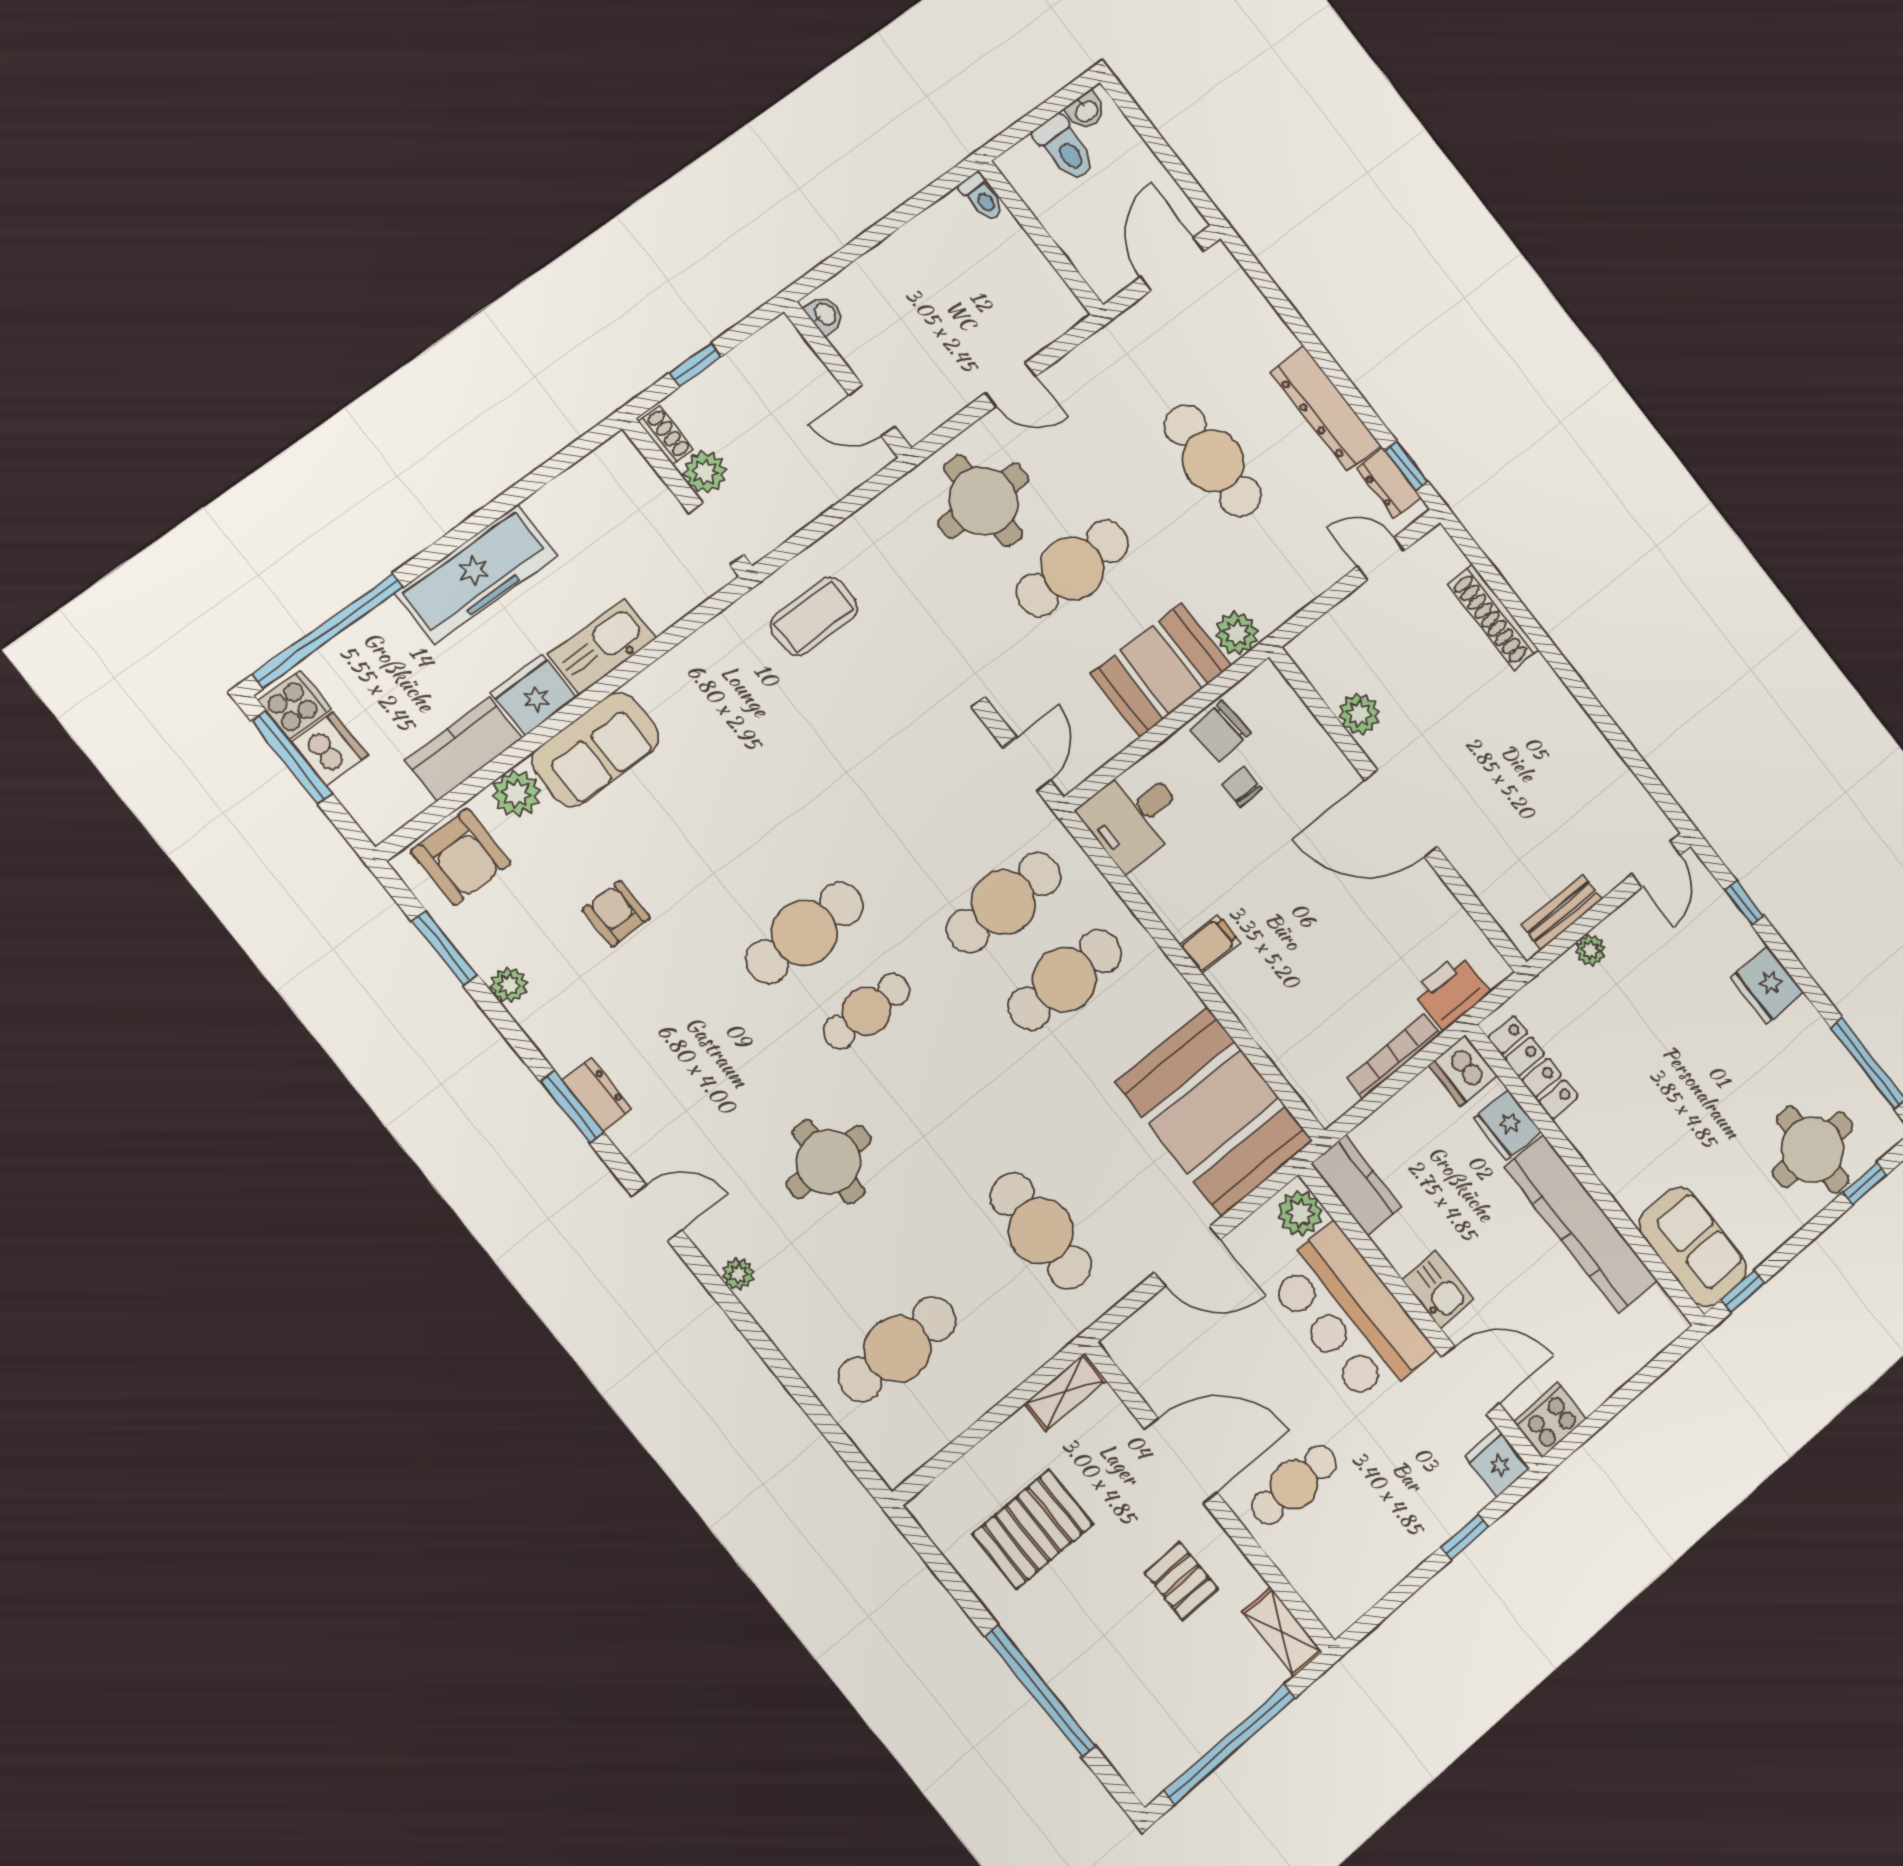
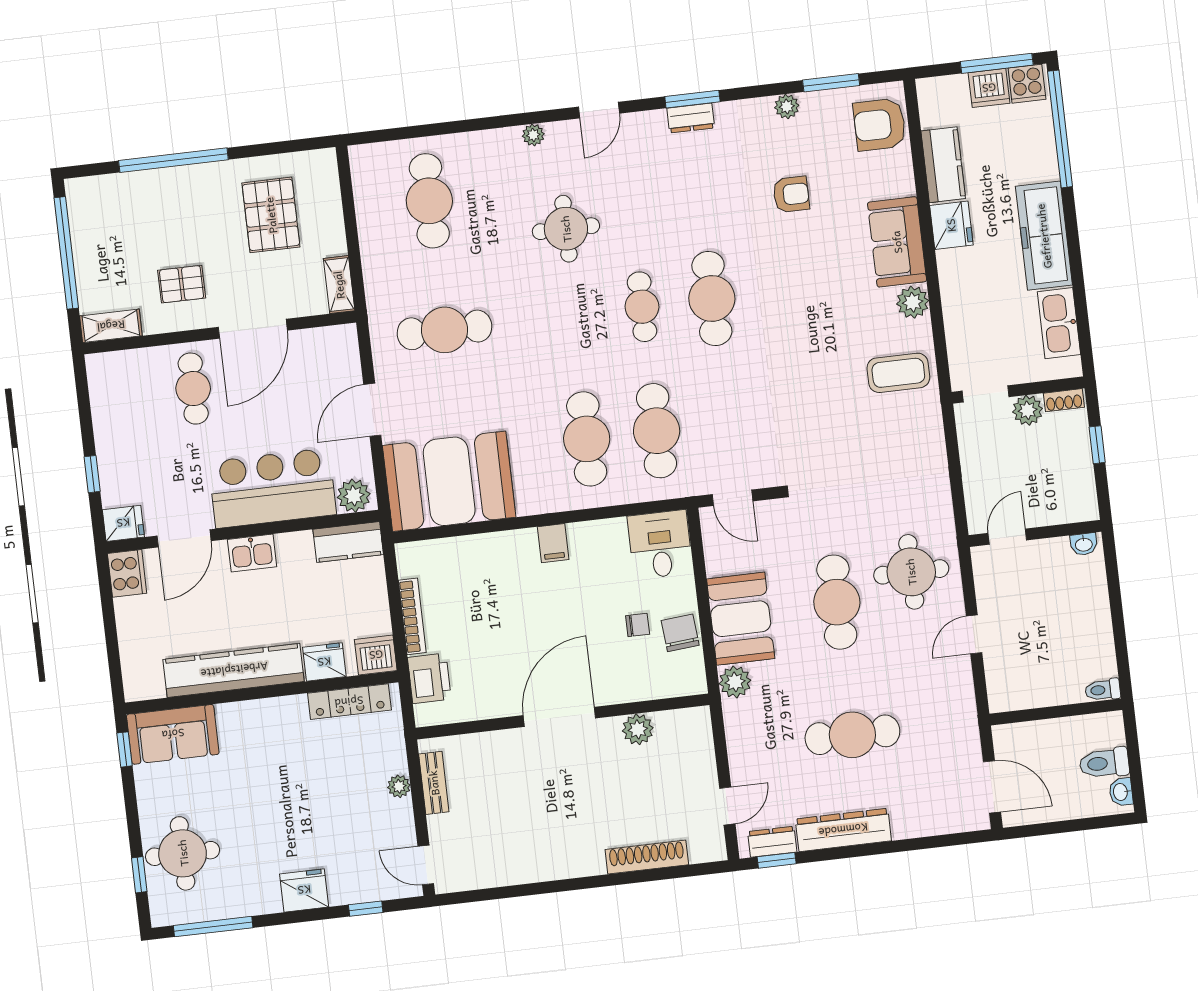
coffee table: (814, 616) -> (898, 373), moved, turned 90
kitchen sink: (602, 647) -> (1059, 323), moved, turned 180
plant: (516, 793) -> (913, 302), moved

